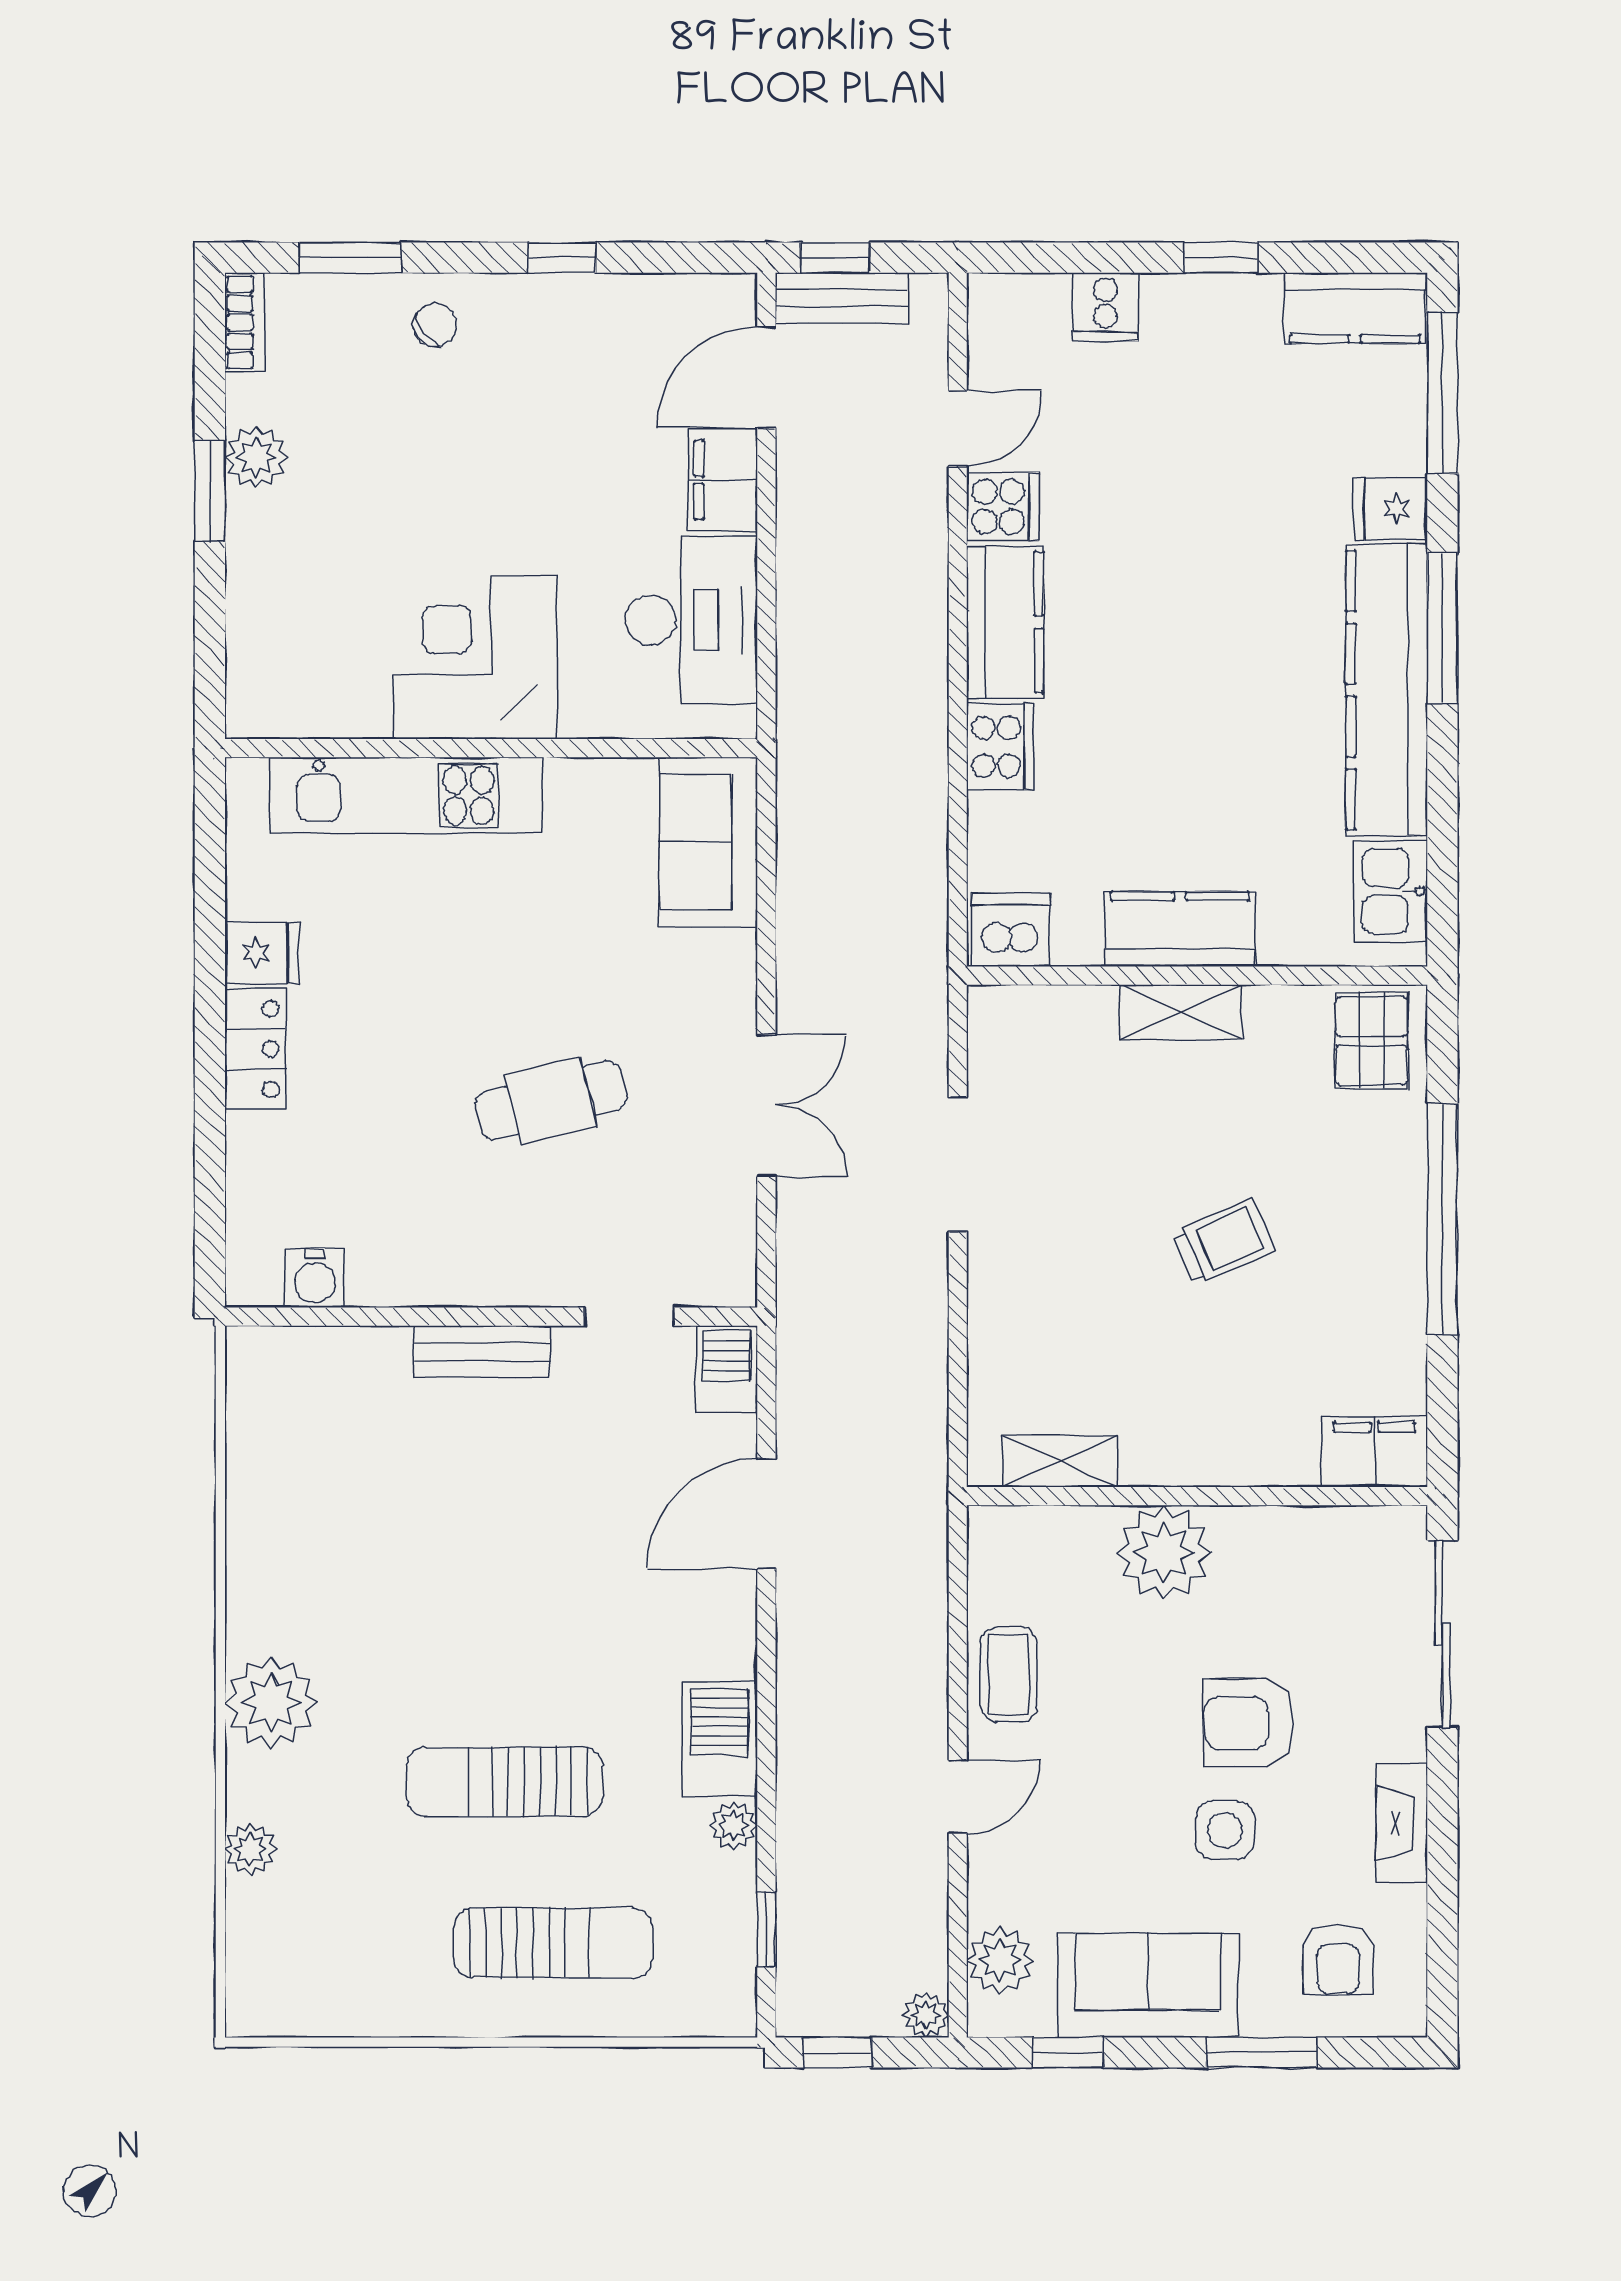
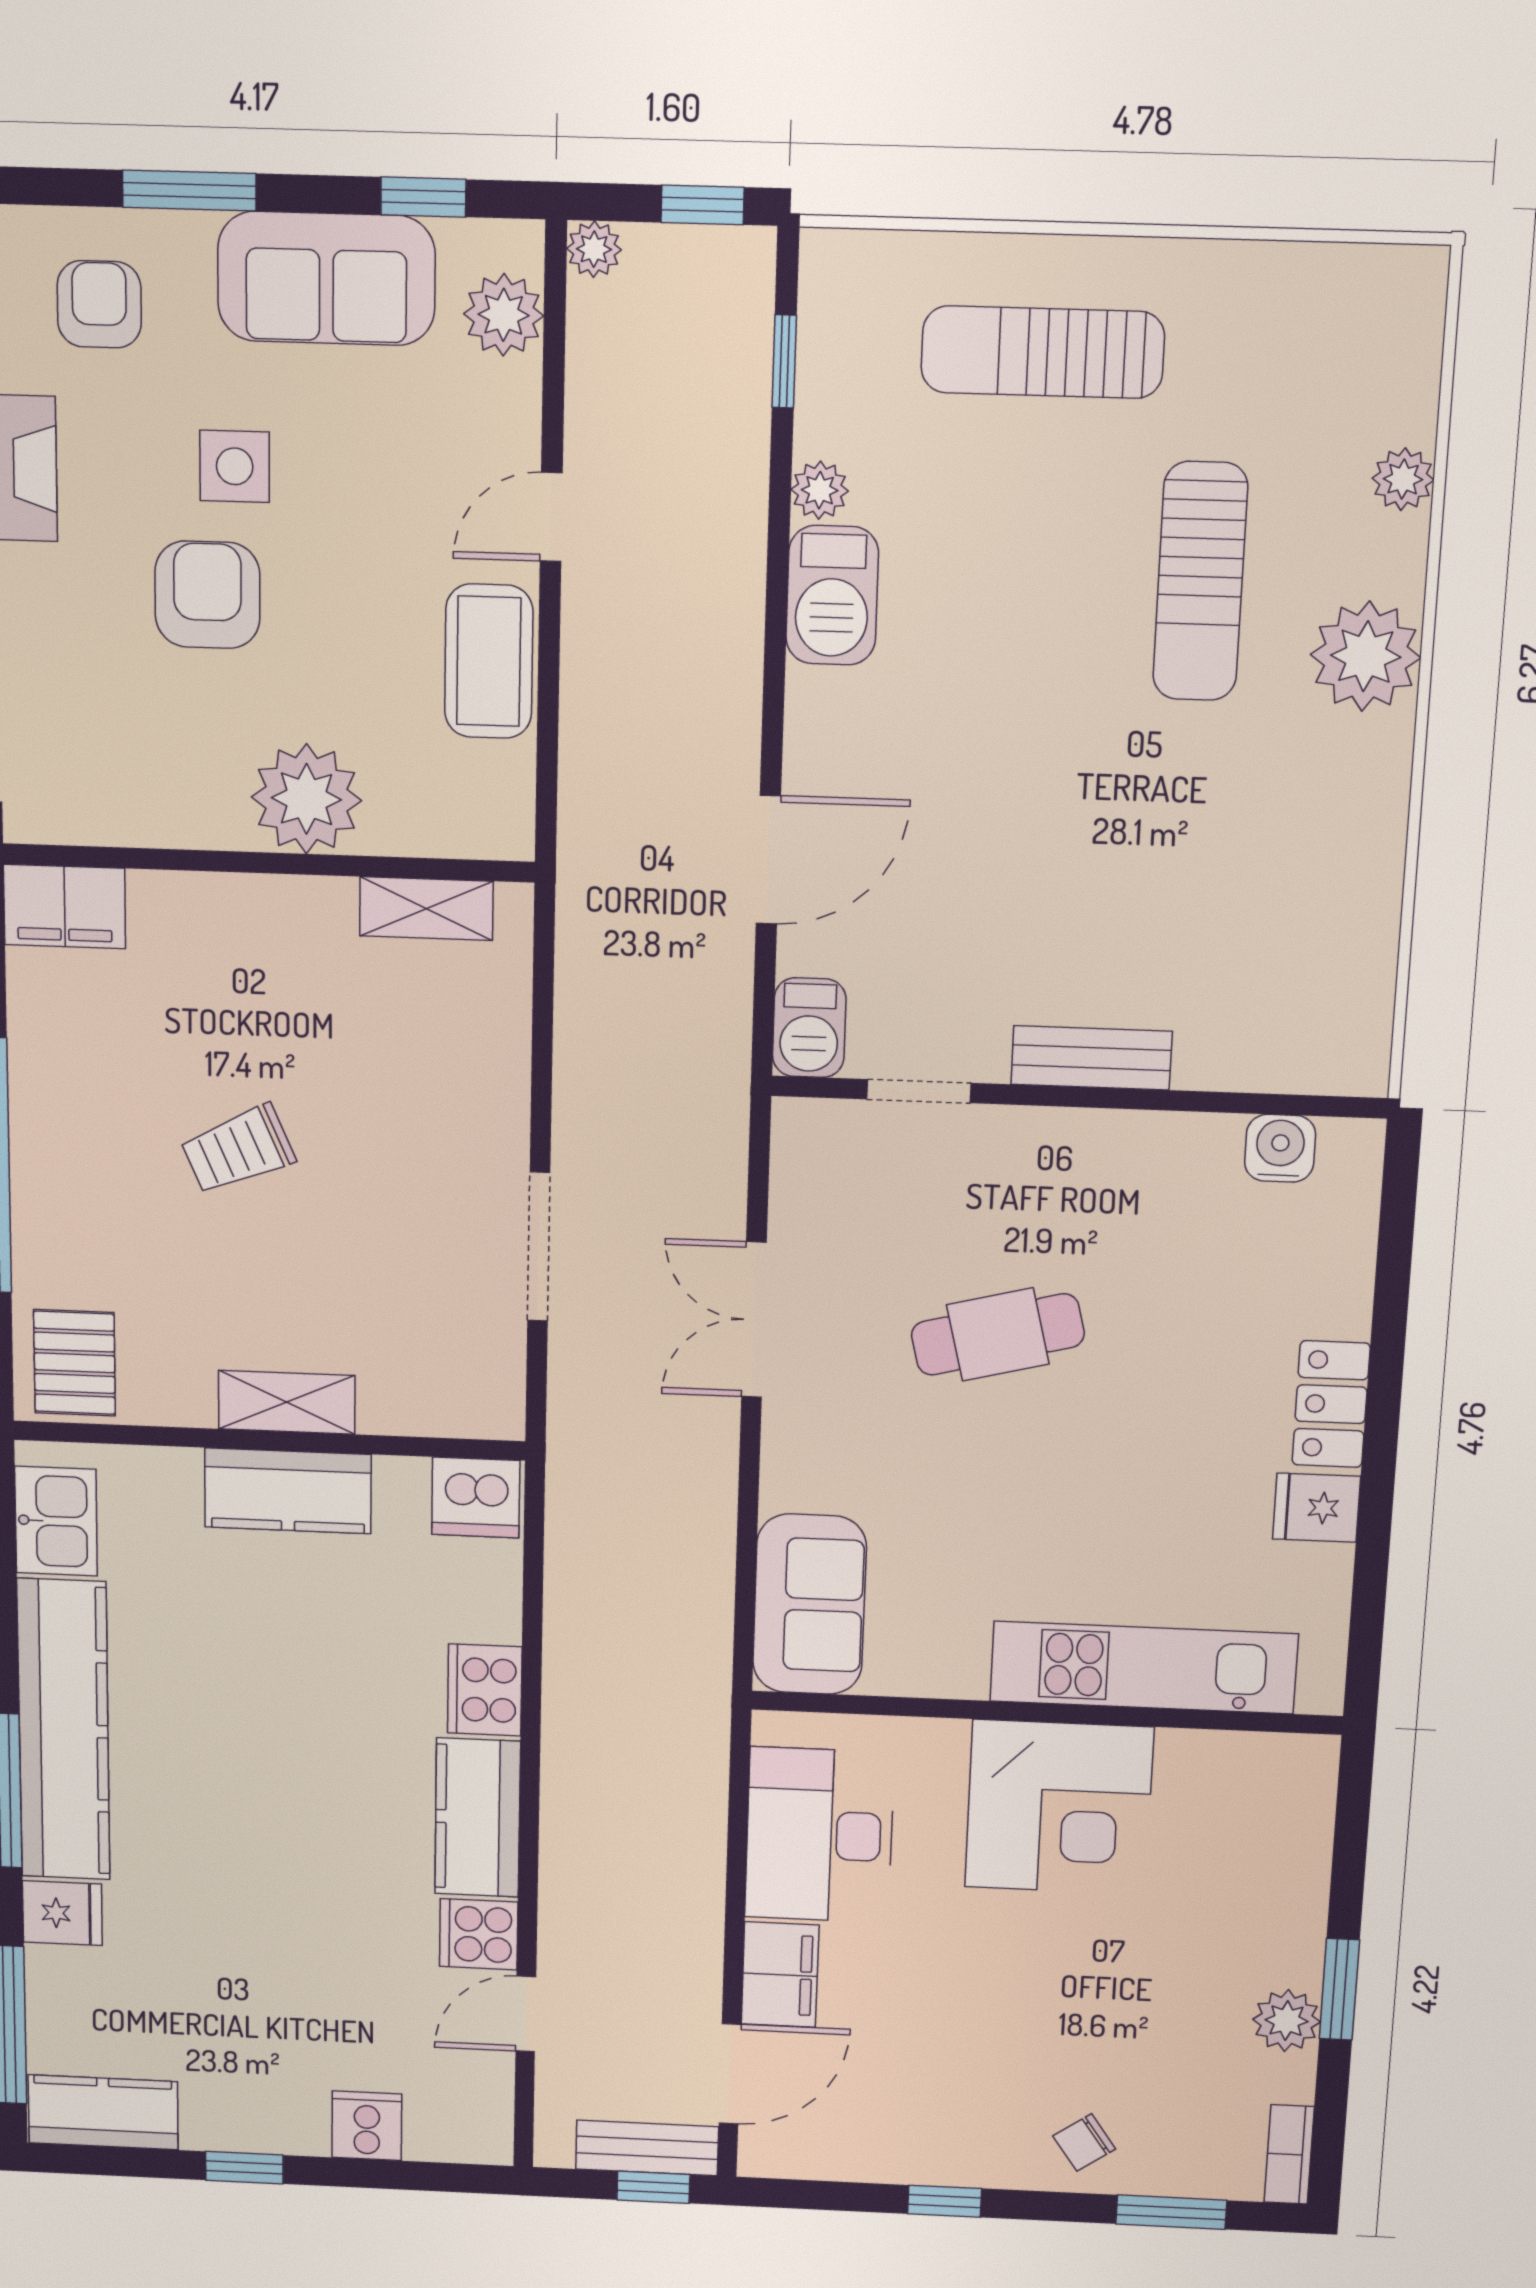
coffee table: (1009, 1675) -> (489, 661), width x1.36, depth x1.30
armchair: (1249, 1723) -> (207, 595), turned -90
sun lounger: (505, 1782) -> (1200, 581), moved, turned 90

